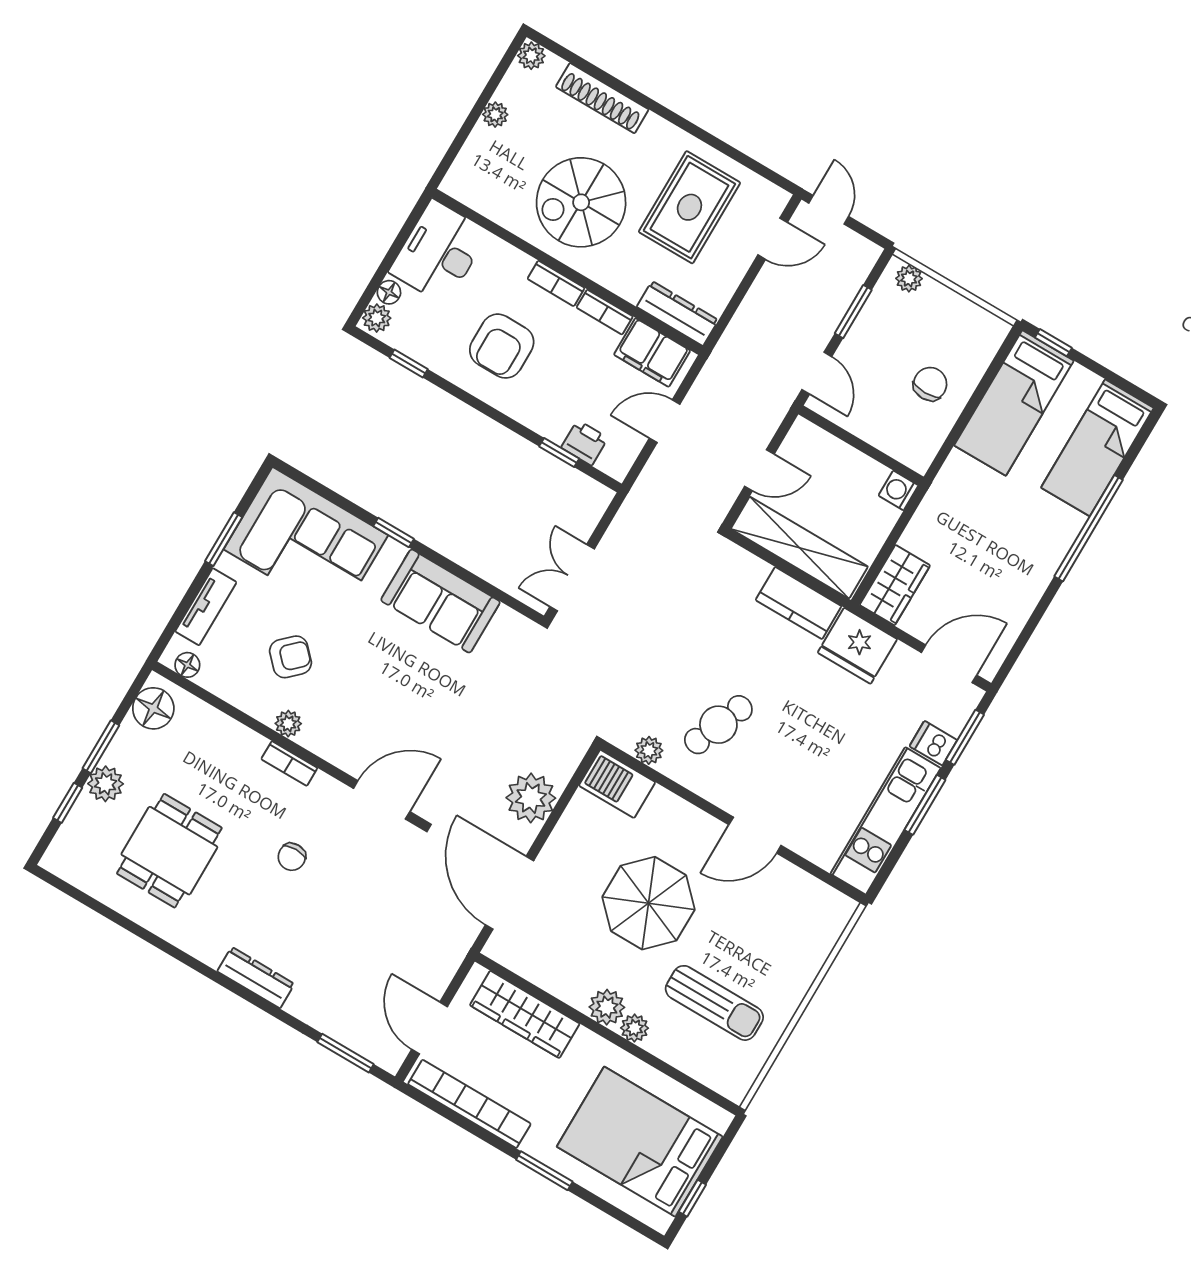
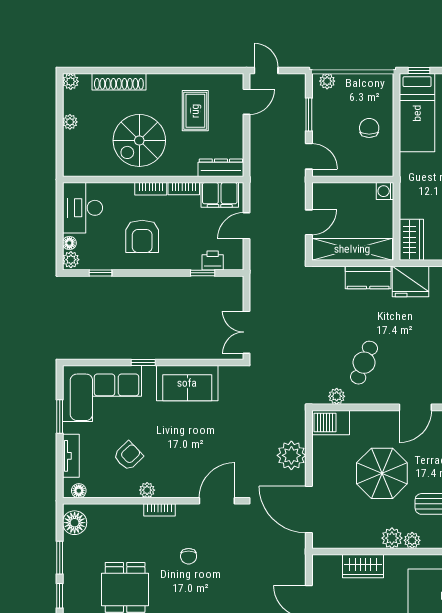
rug: (689, 207) -> (195, 111), width x0.73, depth x0.70
plant: (106, 784) -> (73, 575), removed
wardrobe: (525, 1014) -> (363, 566), width x0.67

